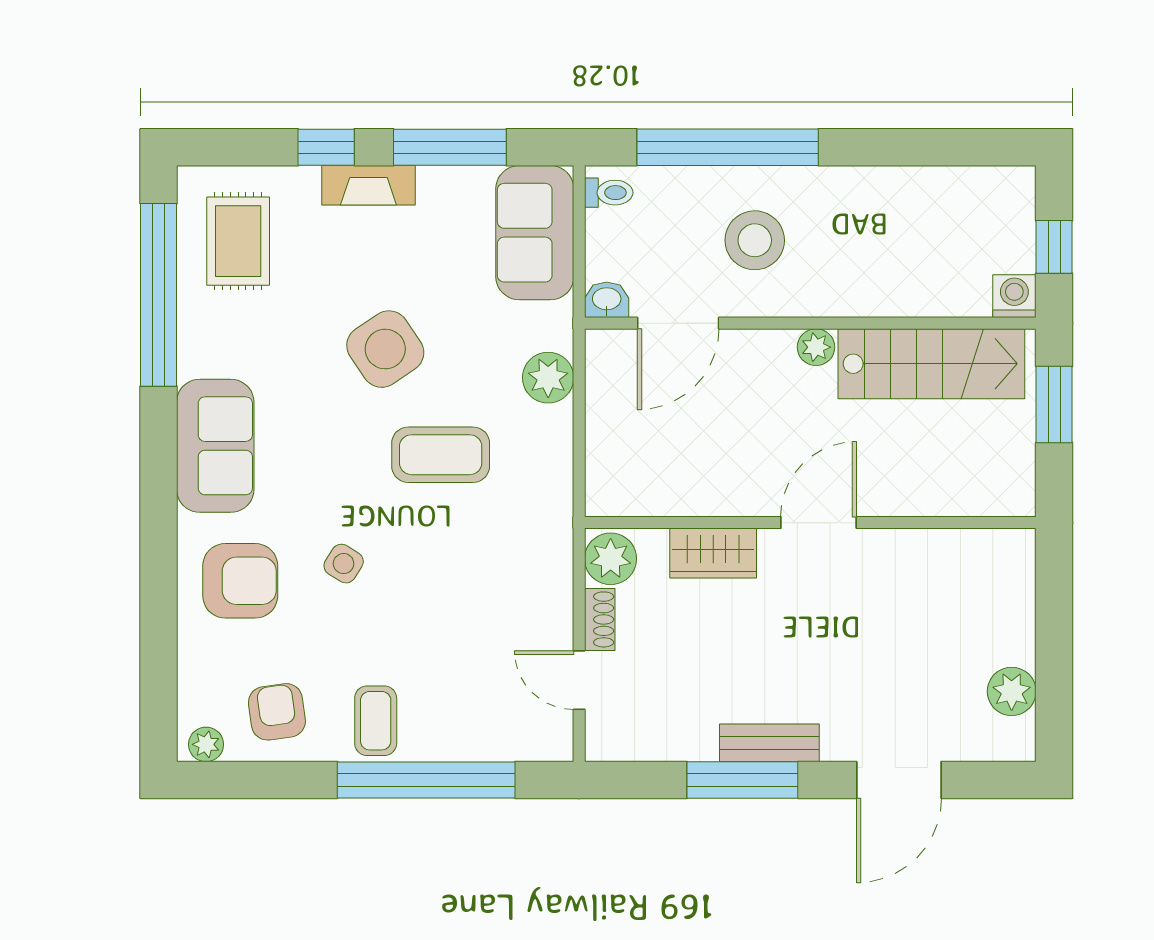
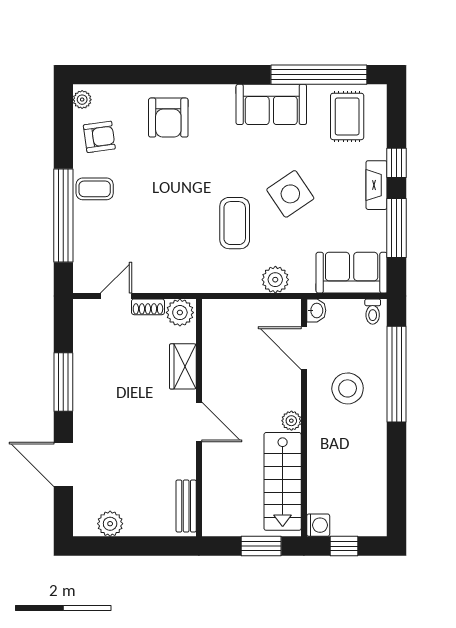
rug: (238, 241) -> (347, 116), turned 90
sofa: (215, 446) -> (271, 104), moved
side table: (344, 564) -> (177, 172), removed
bench: (769, 743) -> (186, 506), moved

